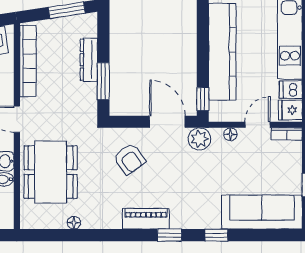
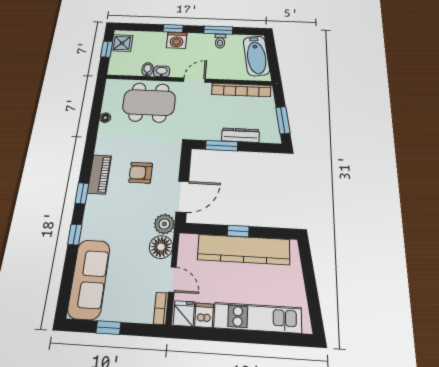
window: (203, 99) -> (238, 231), moved
floor lamp: (230, 134) -> (161, 247), width x1.89, depth x1.89
armchair: (130, 159) -> (141, 173), moved, turned 36

